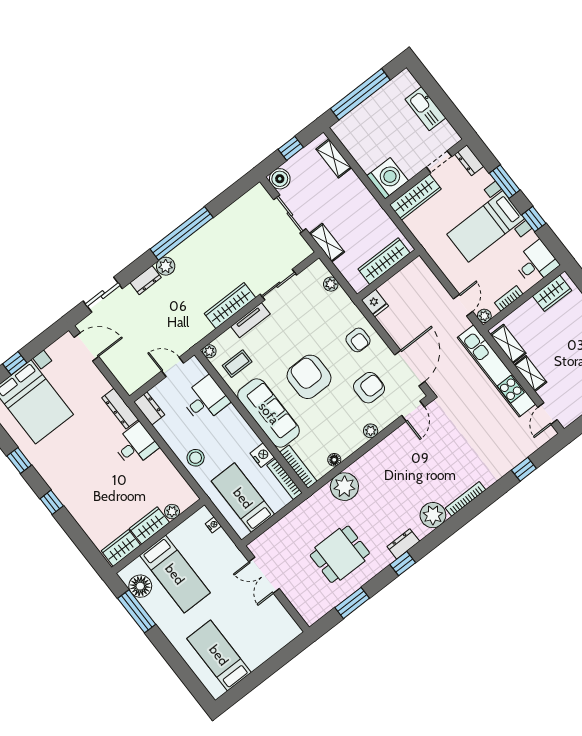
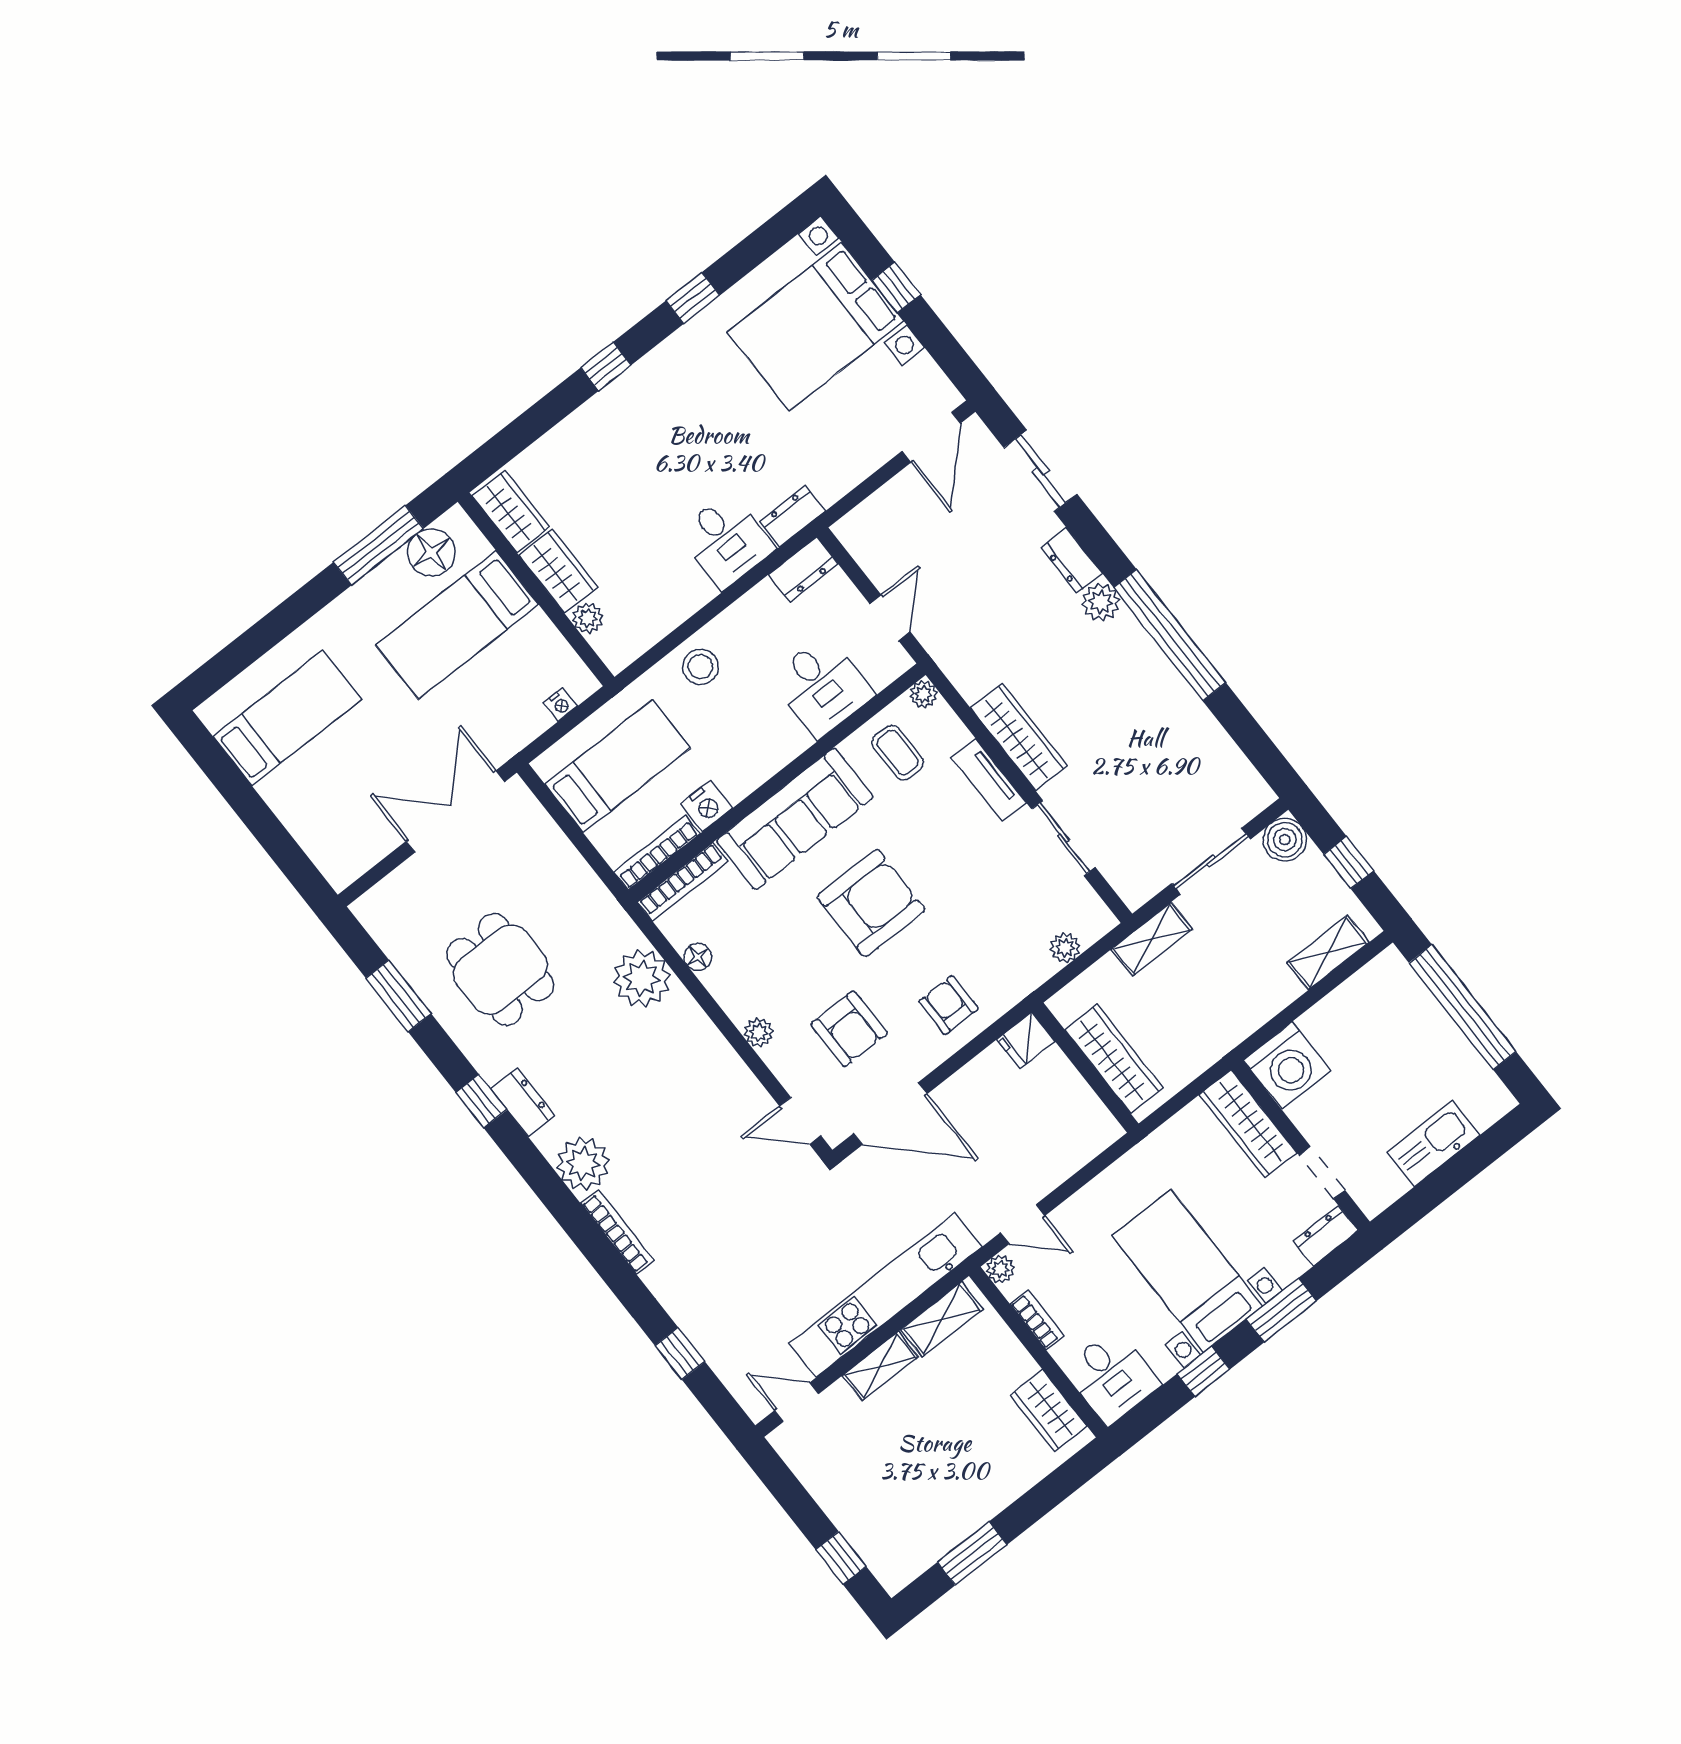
armchair: (358, 340) -> (949, 1005), turned 90
dresser: (120, 409) -> (792, 516), width x0.70
double door: (264, 575) -> (455, 812), width x1.37

